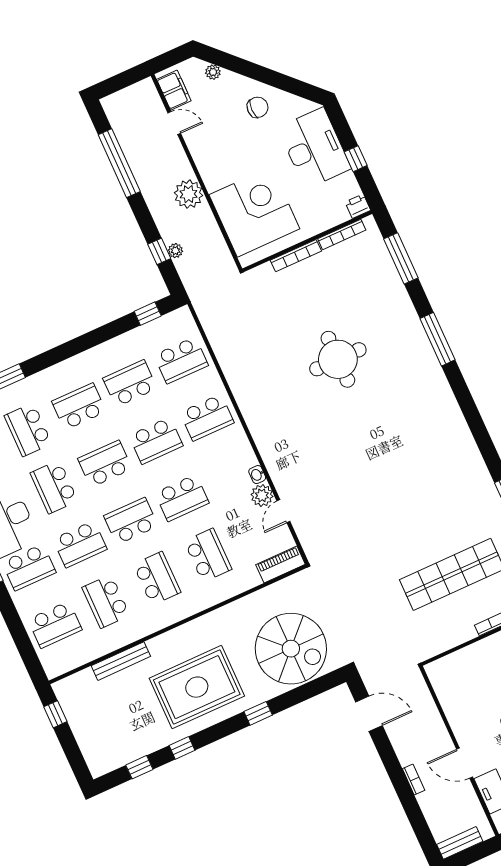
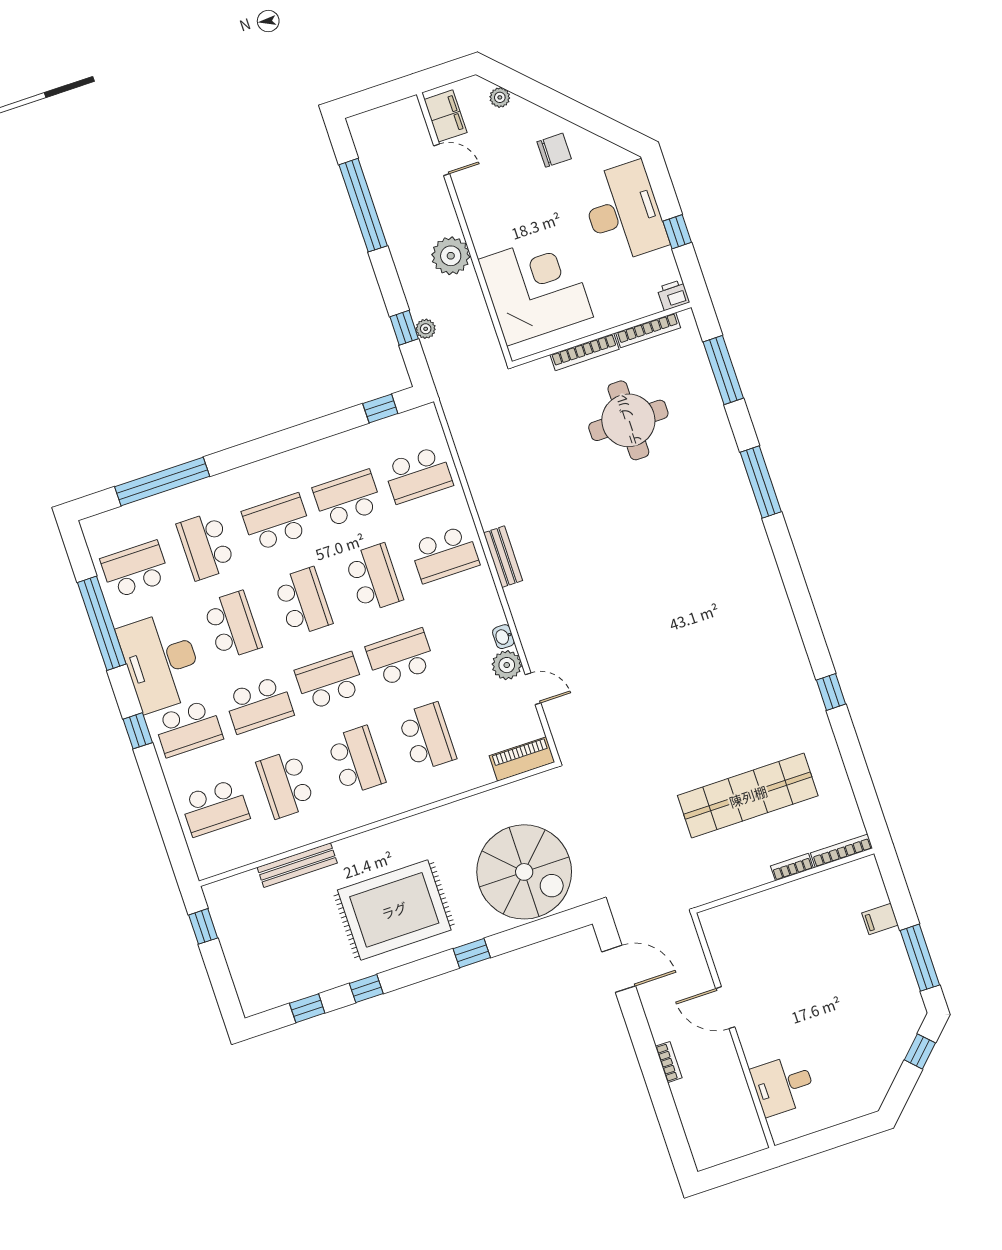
round table: (338, 359) -> (628, 420), moved
school desk: (156, 441) -> (374, 578), turned -90
school desk: (105, 464) -> (303, 602), turned 90
school desk: (54, 487) -> (232, 625), turned 180
school desk: (182, 498) -> (400, 657), turned 180
door: (283, 511) -> (533, 689), swing flipped
door: (465, 763) -> (725, 1008), moved
bench: (460, 843) -> (503, 557), moved, turned 90

